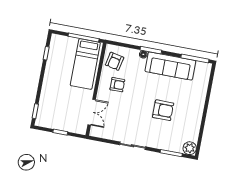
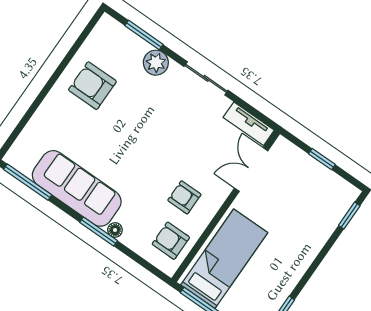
armchair: (115, 61) -> (171, 241), turned -102
armchair: (163, 110) -> (92, 86), moved
tv unit: (103, 133) -> (249, 124), added
plant: (190, 148) -> (156, 63), moved

